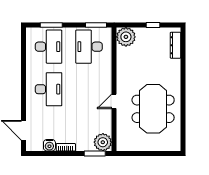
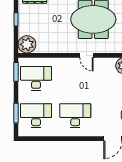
desk: (89, 47) -> (36, 78), turned 180

